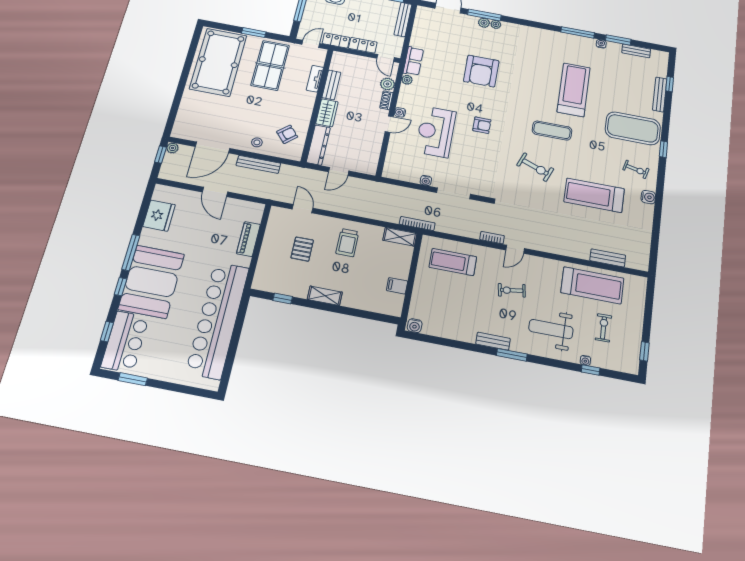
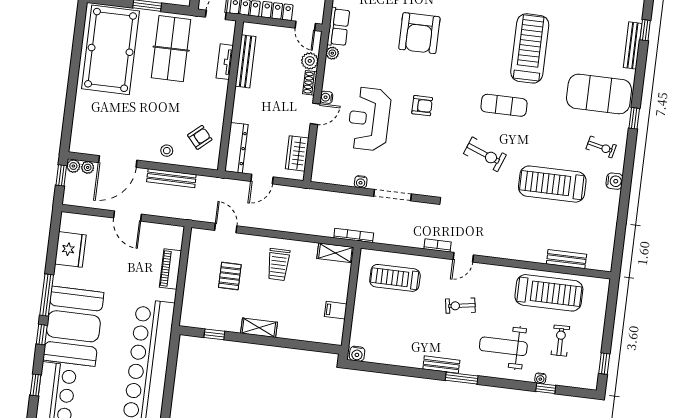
bench: (331, 85) -> (245, 61), width x1.36
wardrobe: (327, 113) -> (297, 153), moved, turned 180
plant: (185, 150) -> (88, 167), added

